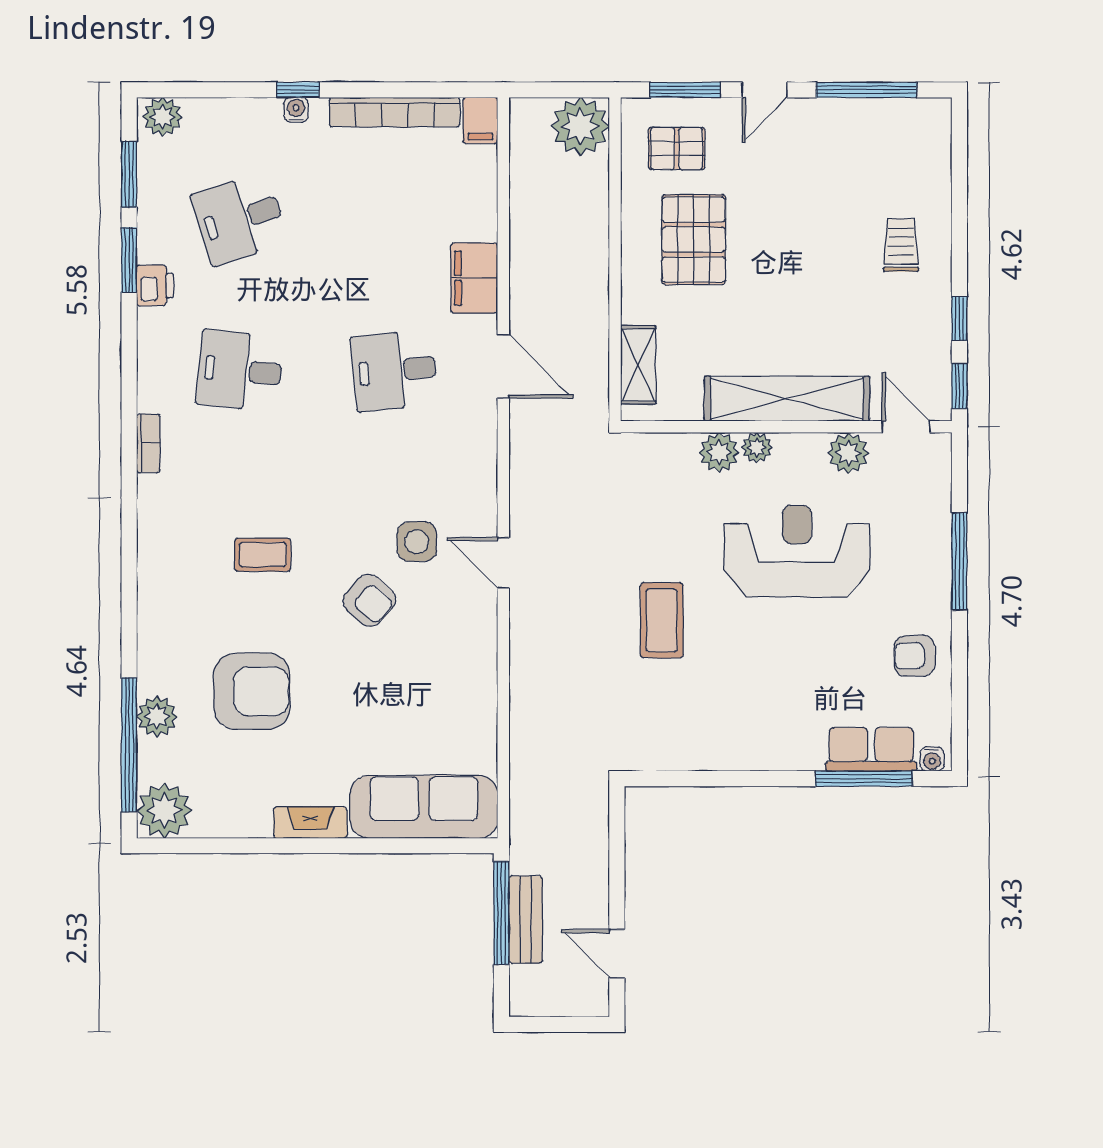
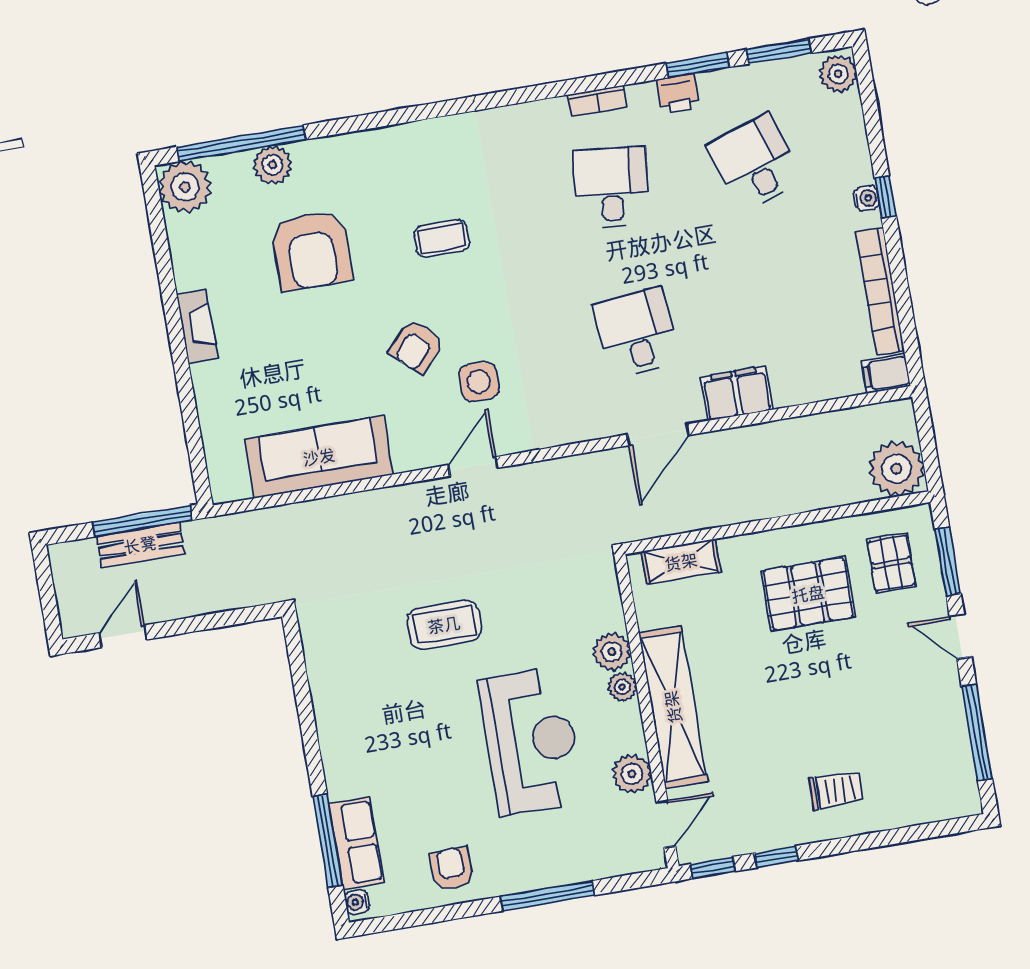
bookcase: (148, 443) -> (598, 101), moved
coffee table: (263, 555) -> (442, 239), turned 90
sofa: (424, 807) -> (319, 457), moved, turned -90

